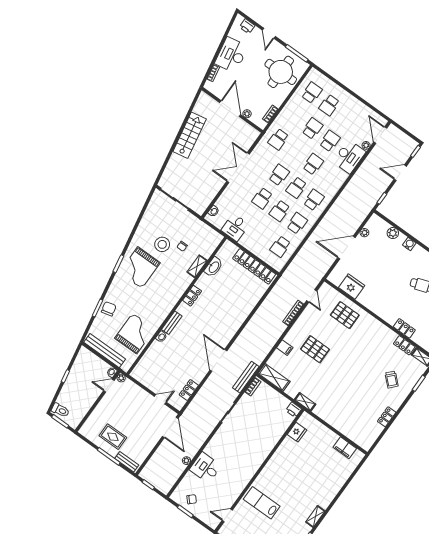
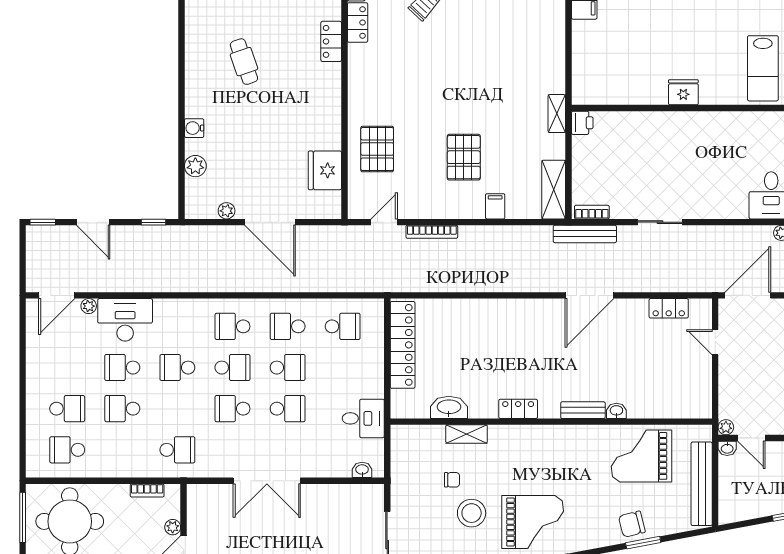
fridge: (297, 432) -> (683, 92), moved

